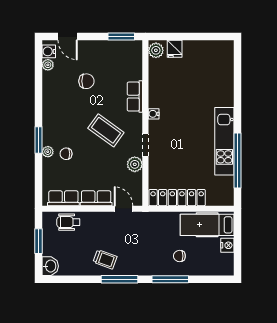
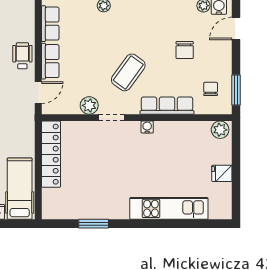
fridge: (175, 49) -> (222, 173), moved
row of seats: (135, 97) -> (167, 106), width x1.48
kitchen unit: (224, 141) -> (169, 208), moved
chair: (66, 154) -> (211, 89), moved
window: (238, 160) -> (94, 224), width x0.47
wheelchair: (68, 222) -> (22, 56), moved

